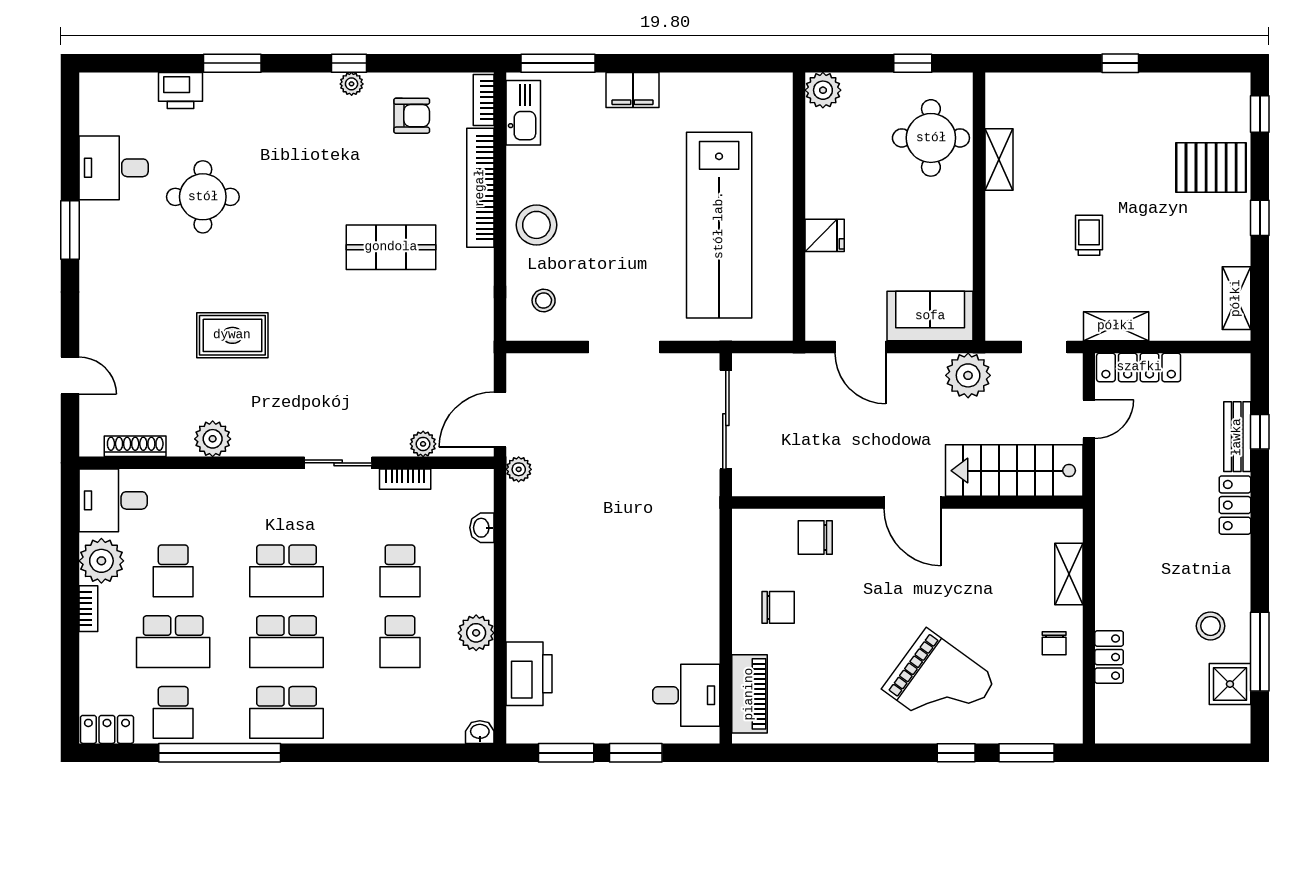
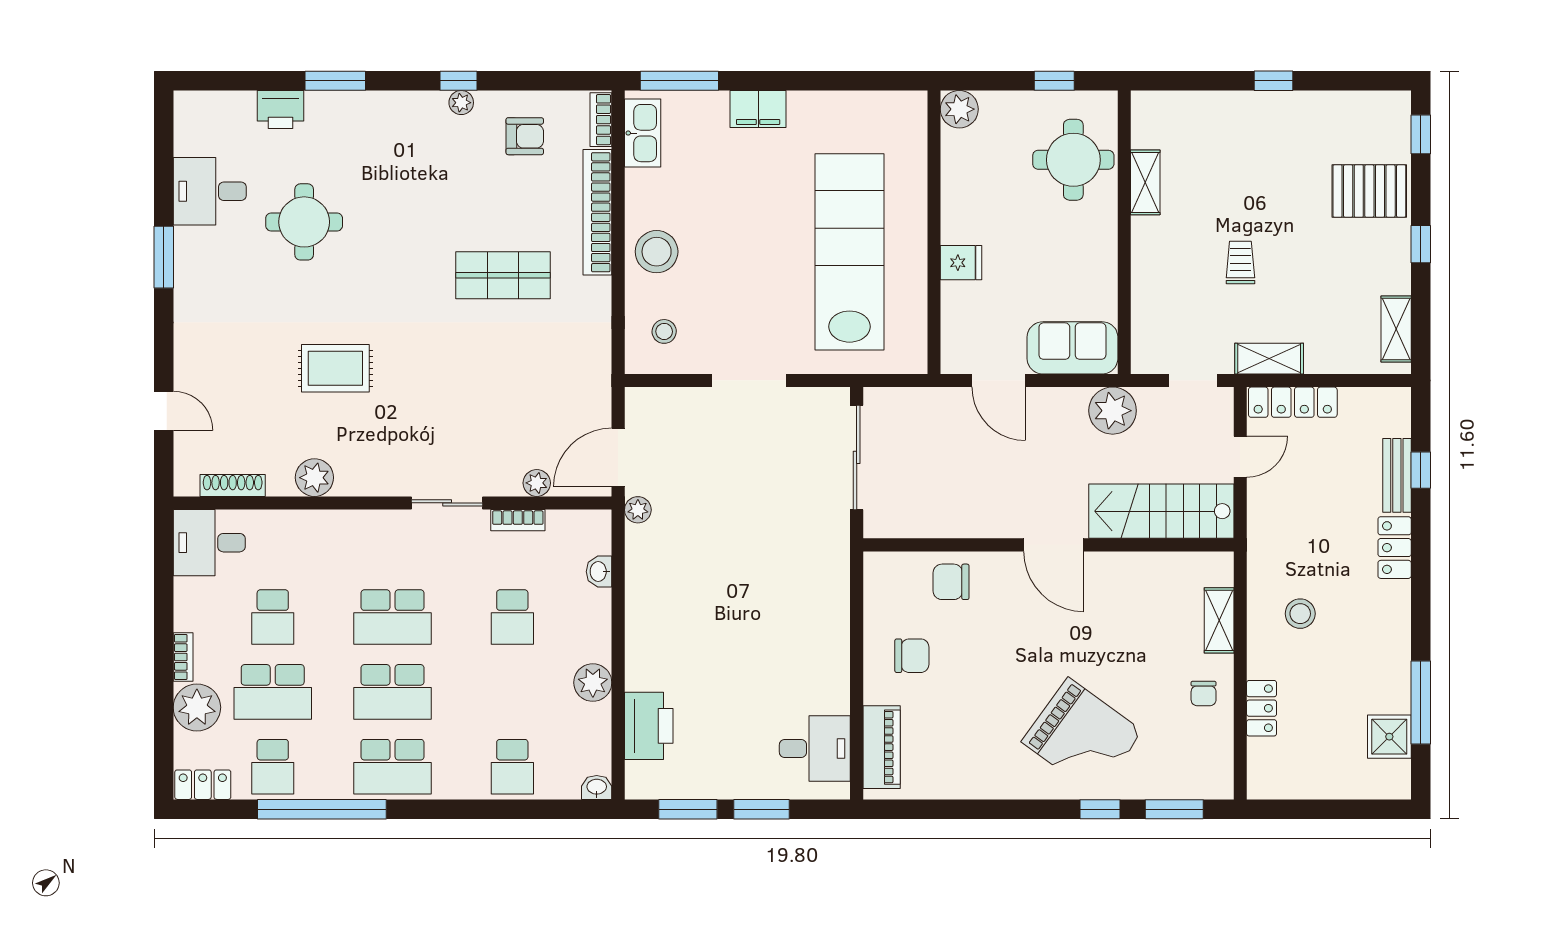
lab bench: (719, 225) -> (849, 252), turned 180
plant: (101, 561) -> (197, 707), moved
stool: (1211, 626) -> (1300, 614), moved
school desk: (400, 642) -> (512, 767), moved

